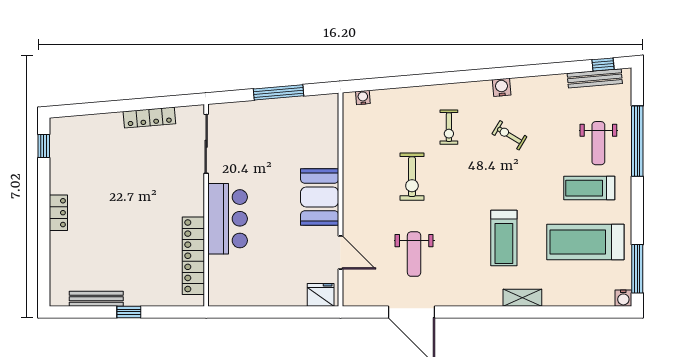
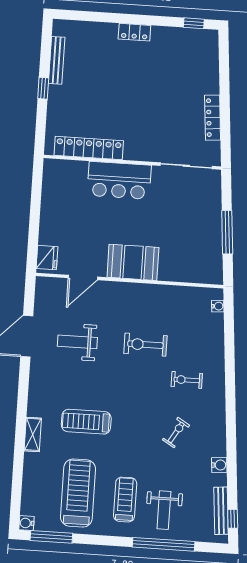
water cooler: (502, 87) -> (219, 465), moved
weight bench: (598, 143) -> (164, 510), turned -90

